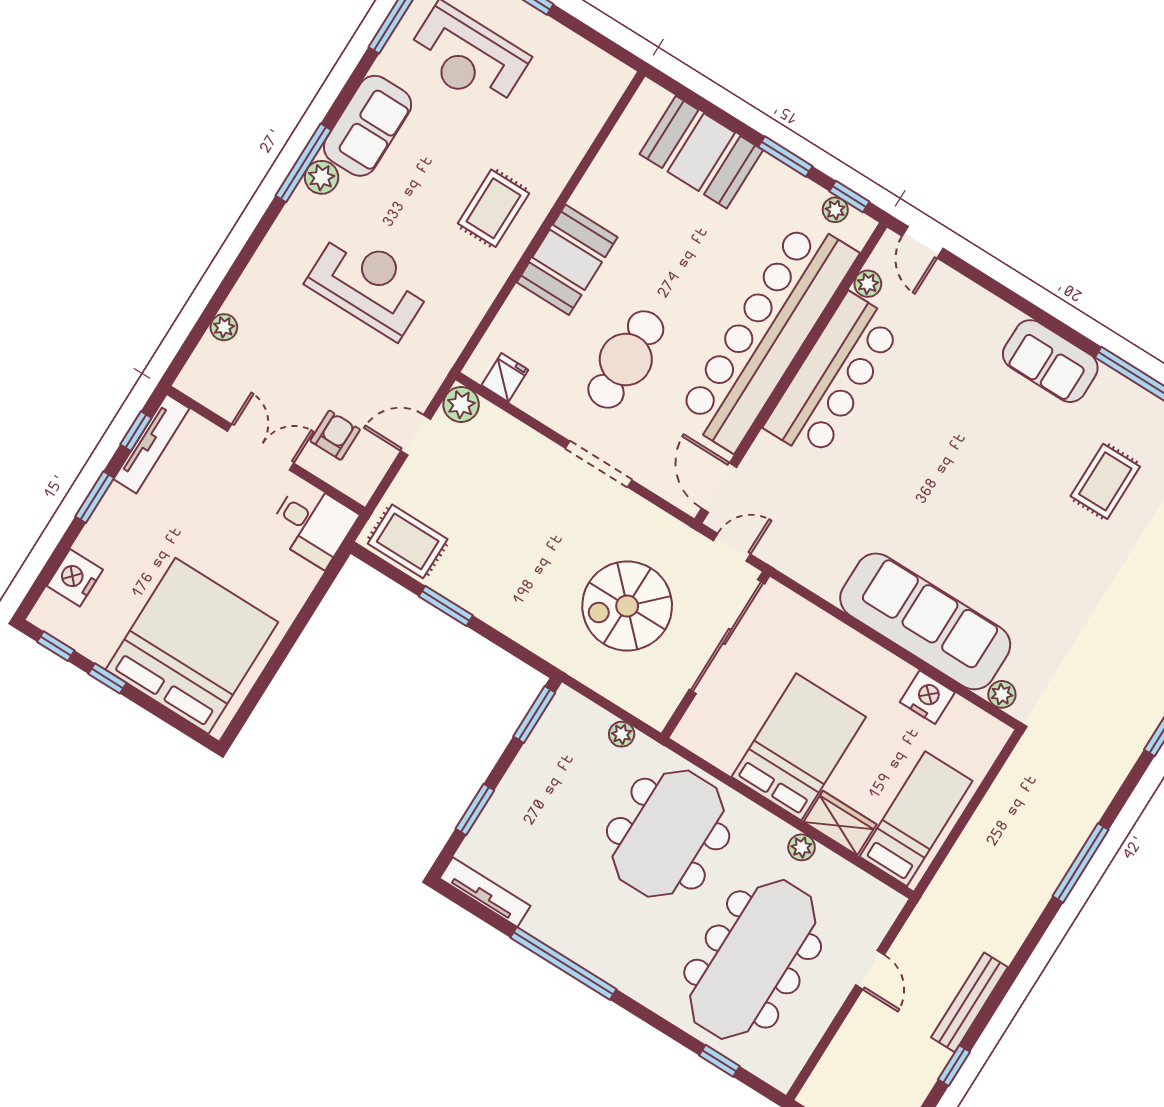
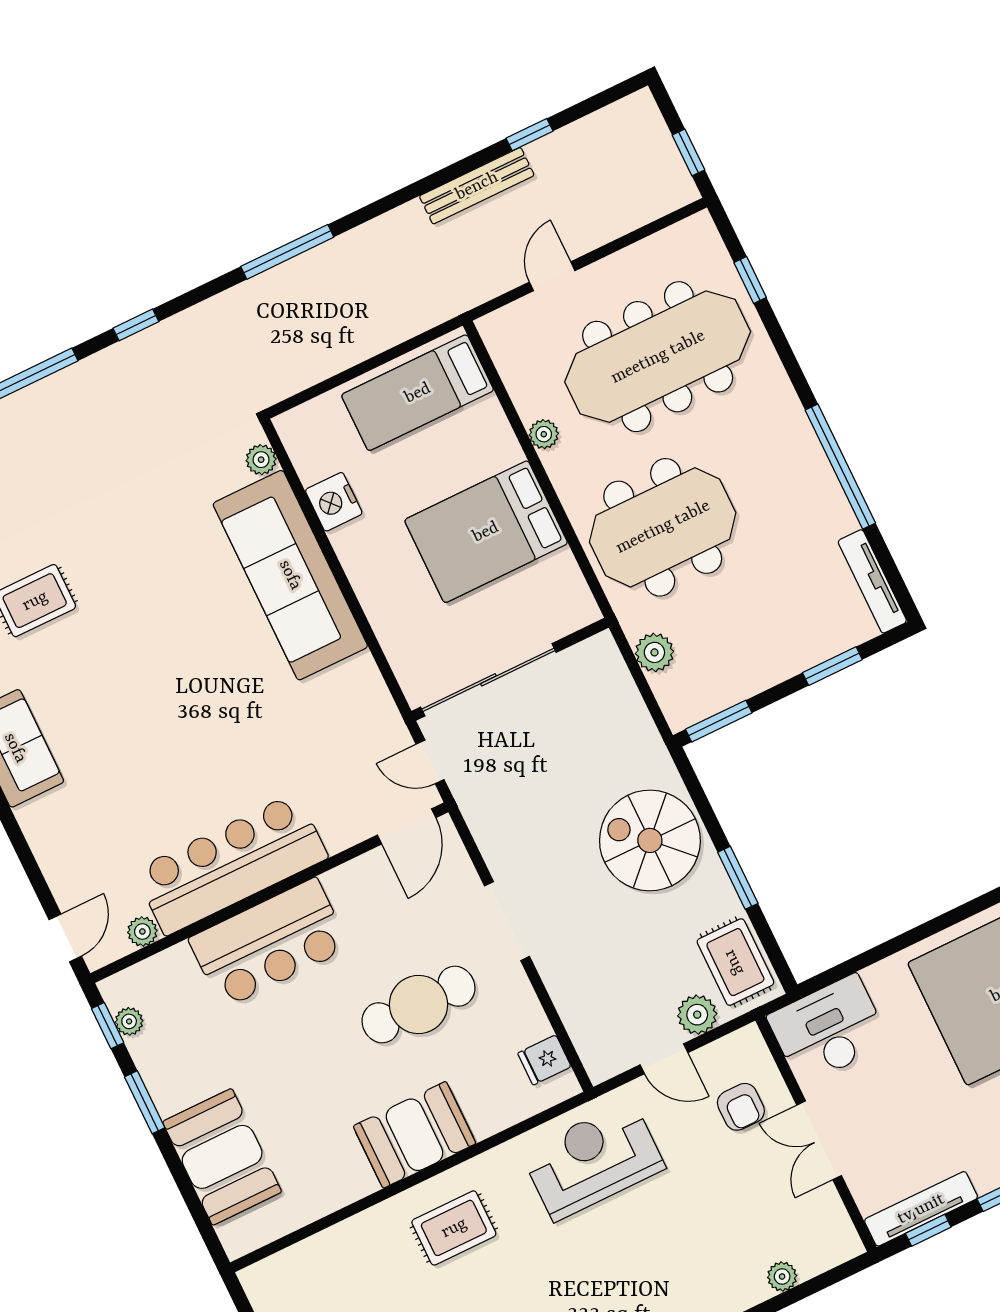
reception desk: (369, 284) -> (593, 1160), moved, turned 90
bar counter: (767, 335) -> (269, 943), width x0.54
plant: (461, 404) -> (697, 1015), moved
armchair: (335, 435) -> (741, 1107), turned -90
desk: (312, 524) -> (828, 1030), width x1.37
spiral stairs: (627, 606) -> (650, 840), moved, turned 180
plant: (622, 734) -> (654, 652), width x1.38, depth x1.38
wardrobe: (840, 823) -> (493, 434), removed

